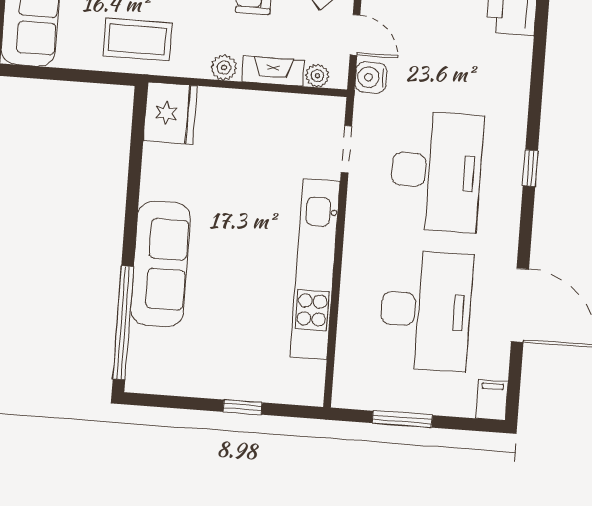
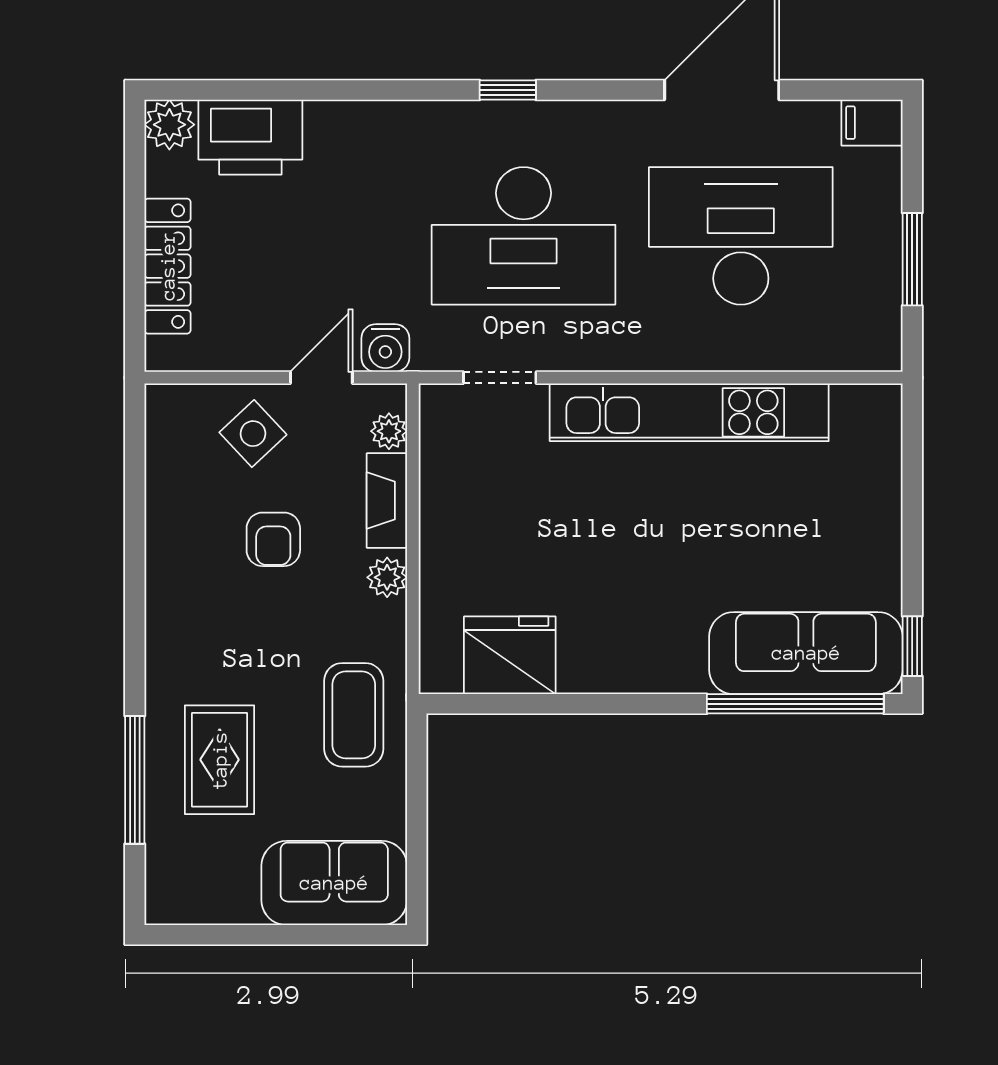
fridge: (170, 113) -> (510, 655), moved
desk: (436, 171) -> (524, 236), turned 180
sofa: (160, 264) -> (806, 653), moved
window: (243, 407) -> (912, 646), moved

